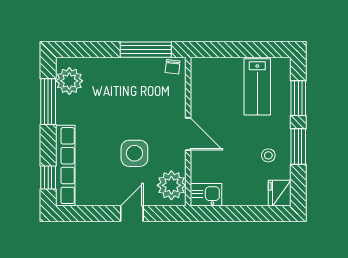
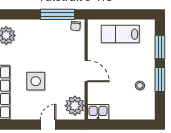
lab bench: (257, 87) -> (120, 34), moved, turned 90
side table: (134, 153) -> (36, 81), moved
fridge: (280, 193) -> (147, 111), removed

